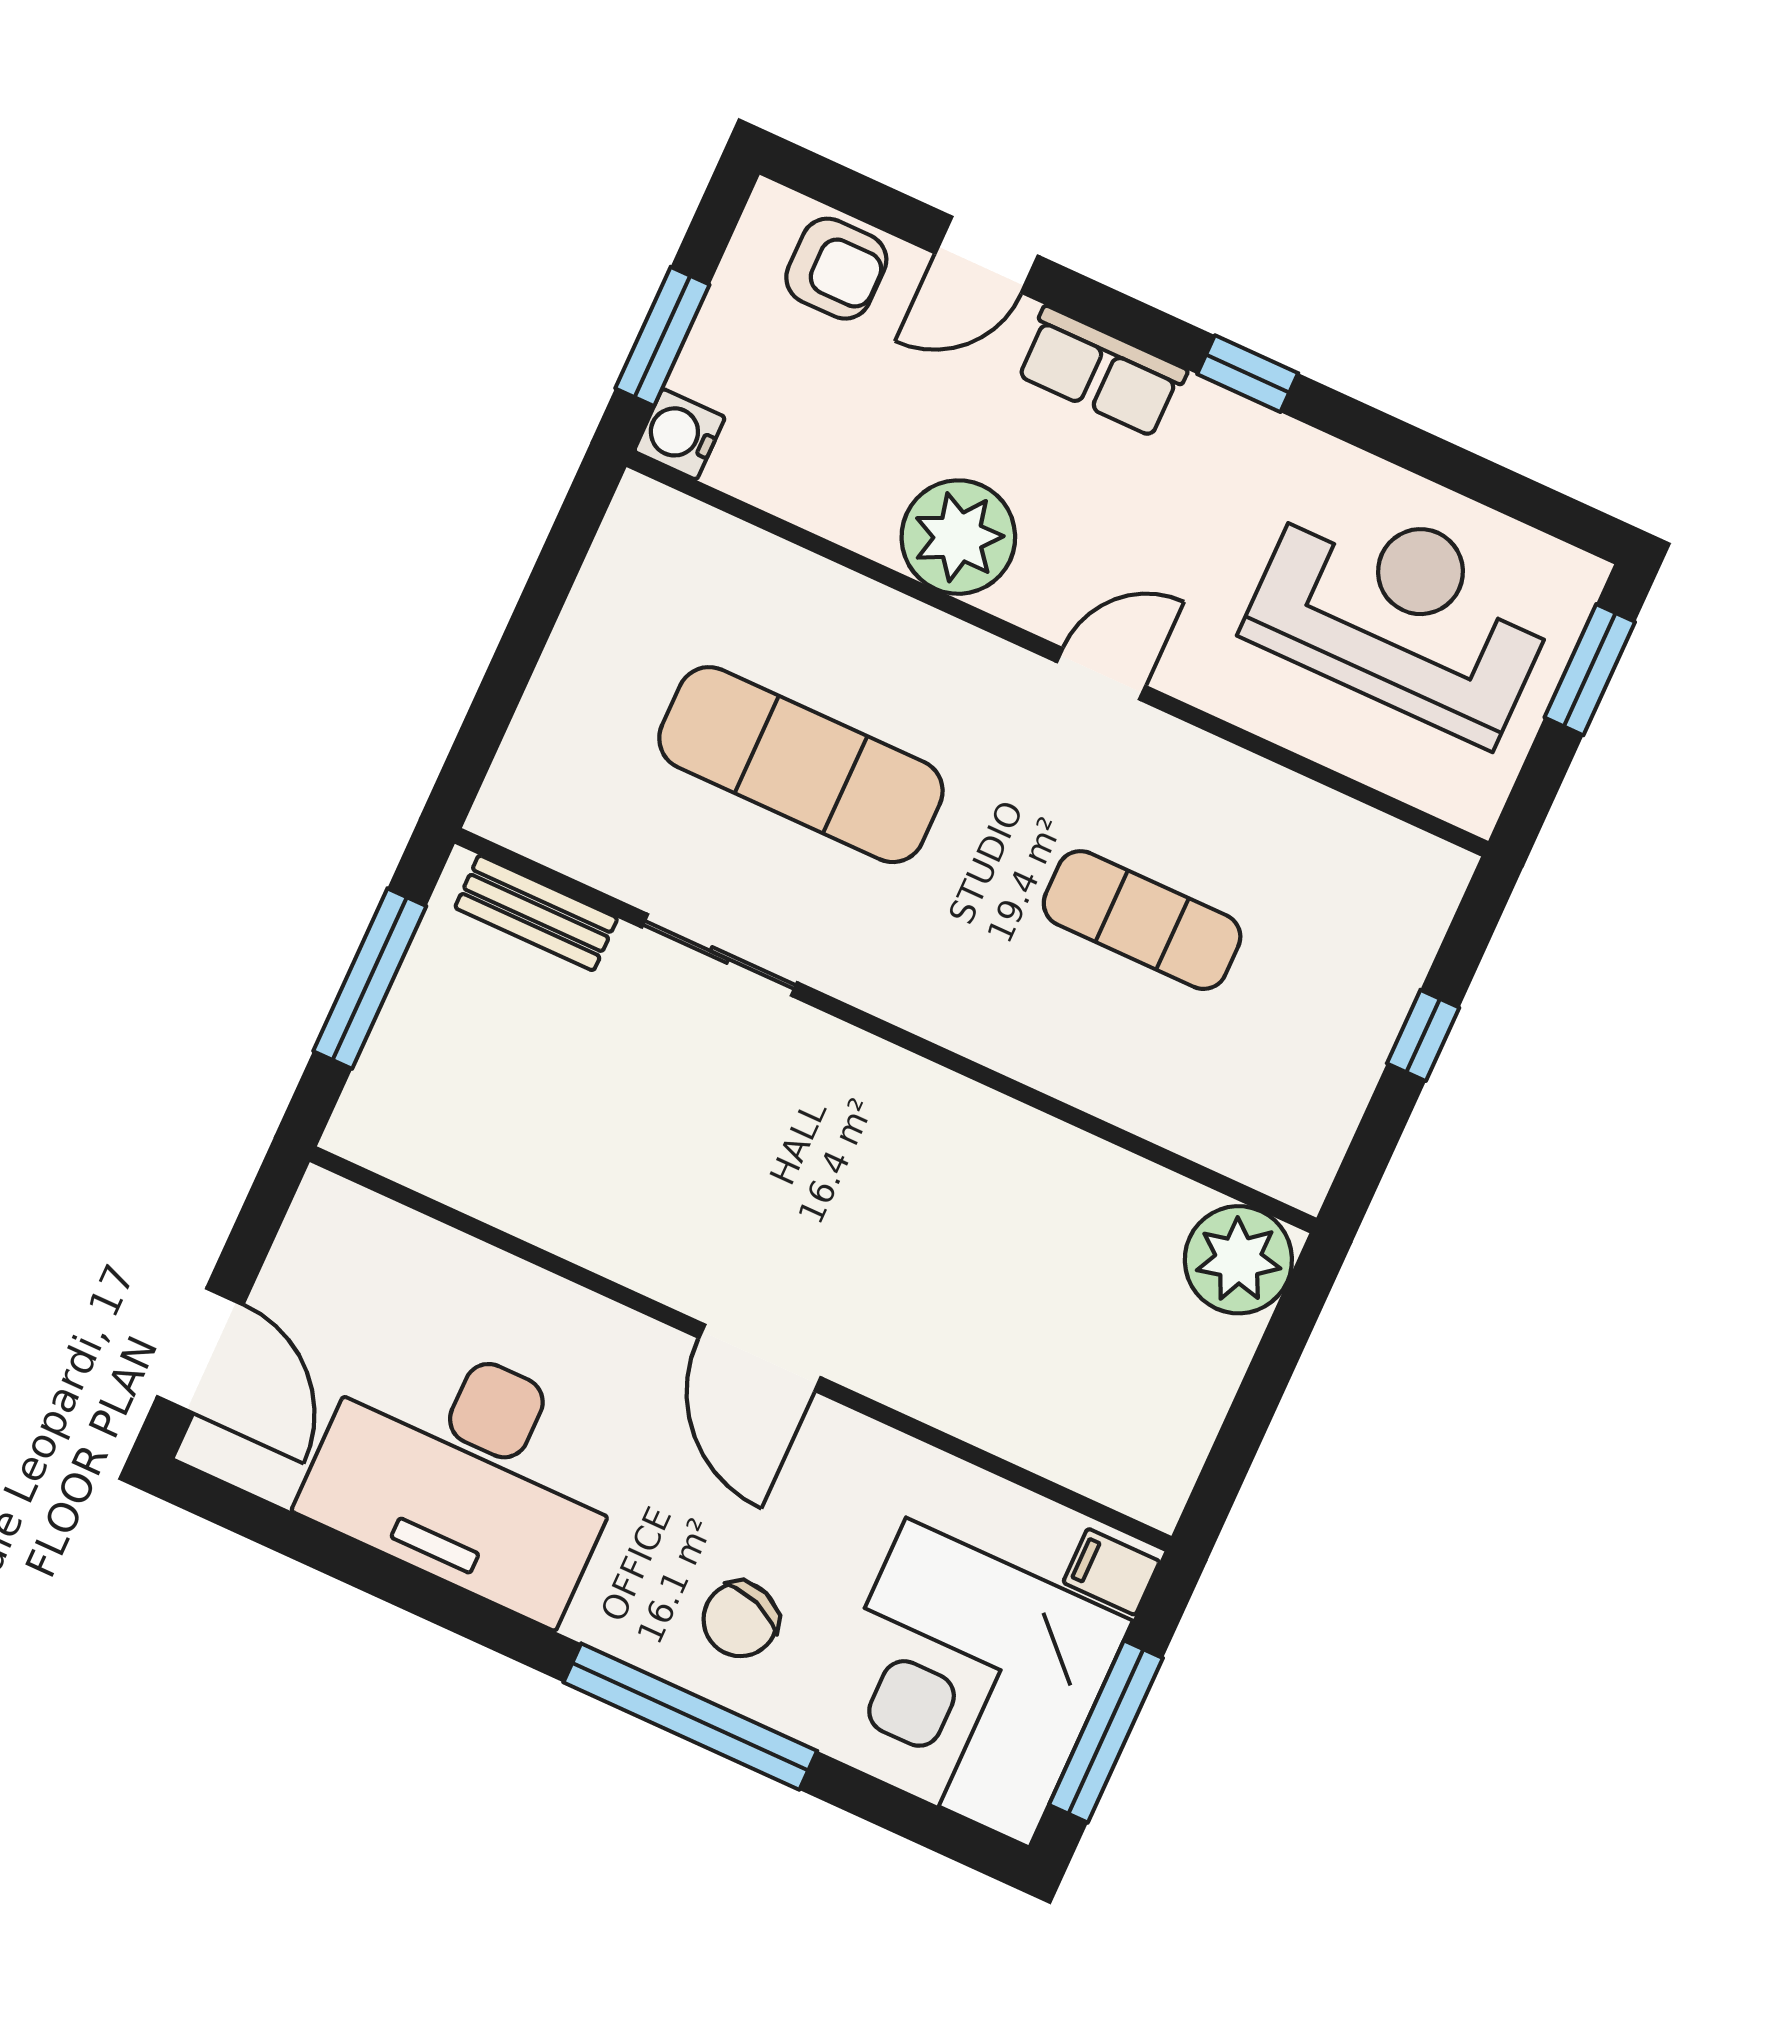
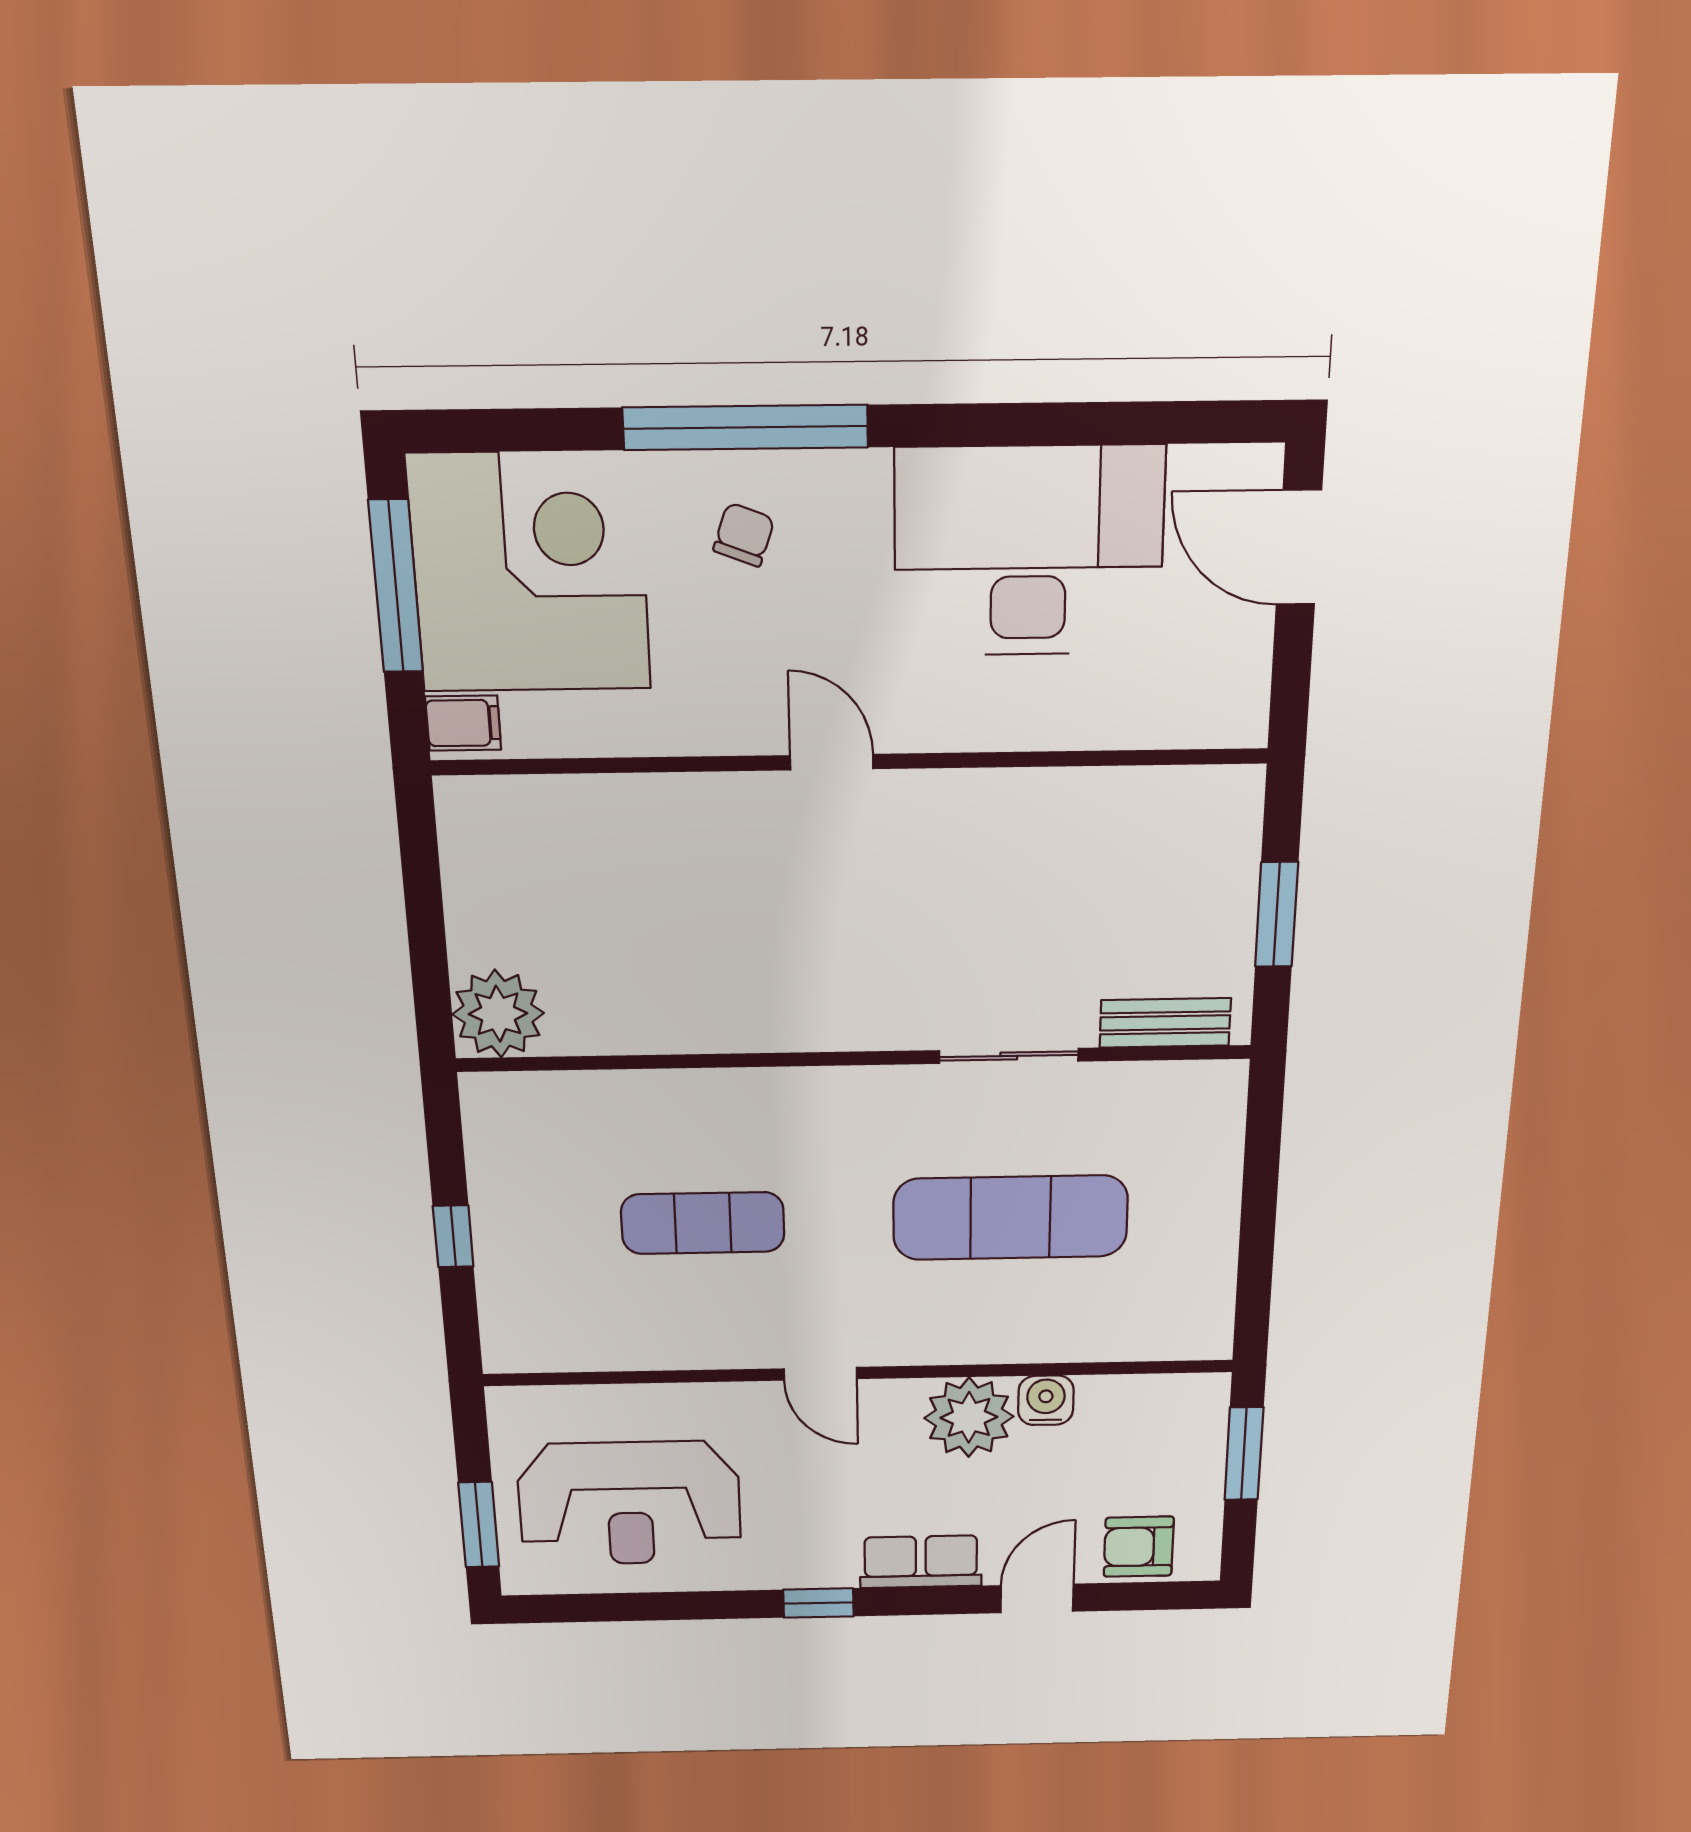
water cooler: (679, 434) -> (1046, 1400), moved, turned -90
door: (1101, 674) -> (820, 1374), hinge flipped
window: (370, 979) -> (1277, 915), width x0.69
door: (760, 1358) -> (832, 762), width x0.73
chair: (740, 1619) -> (744, 535), width x0.73, depth x0.73

